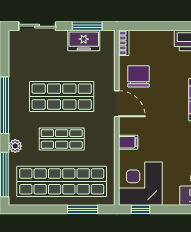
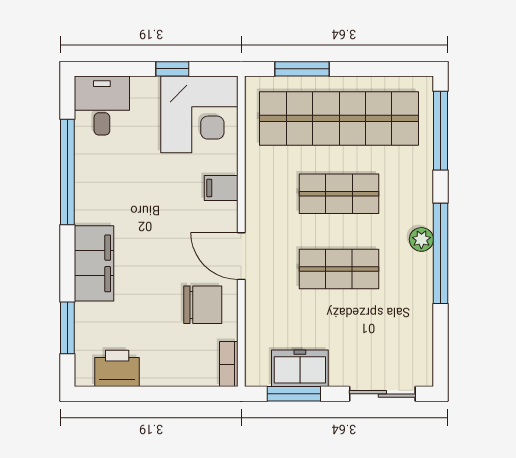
chair: (139, 76) -> (203, 305), turned -90
shop shelf: (62, 97) -> (339, 269), width x0.70, depth x0.74
plant: (15, 146) -> (421, 239), moved
window: (140, 209) -> (172, 69), moved

